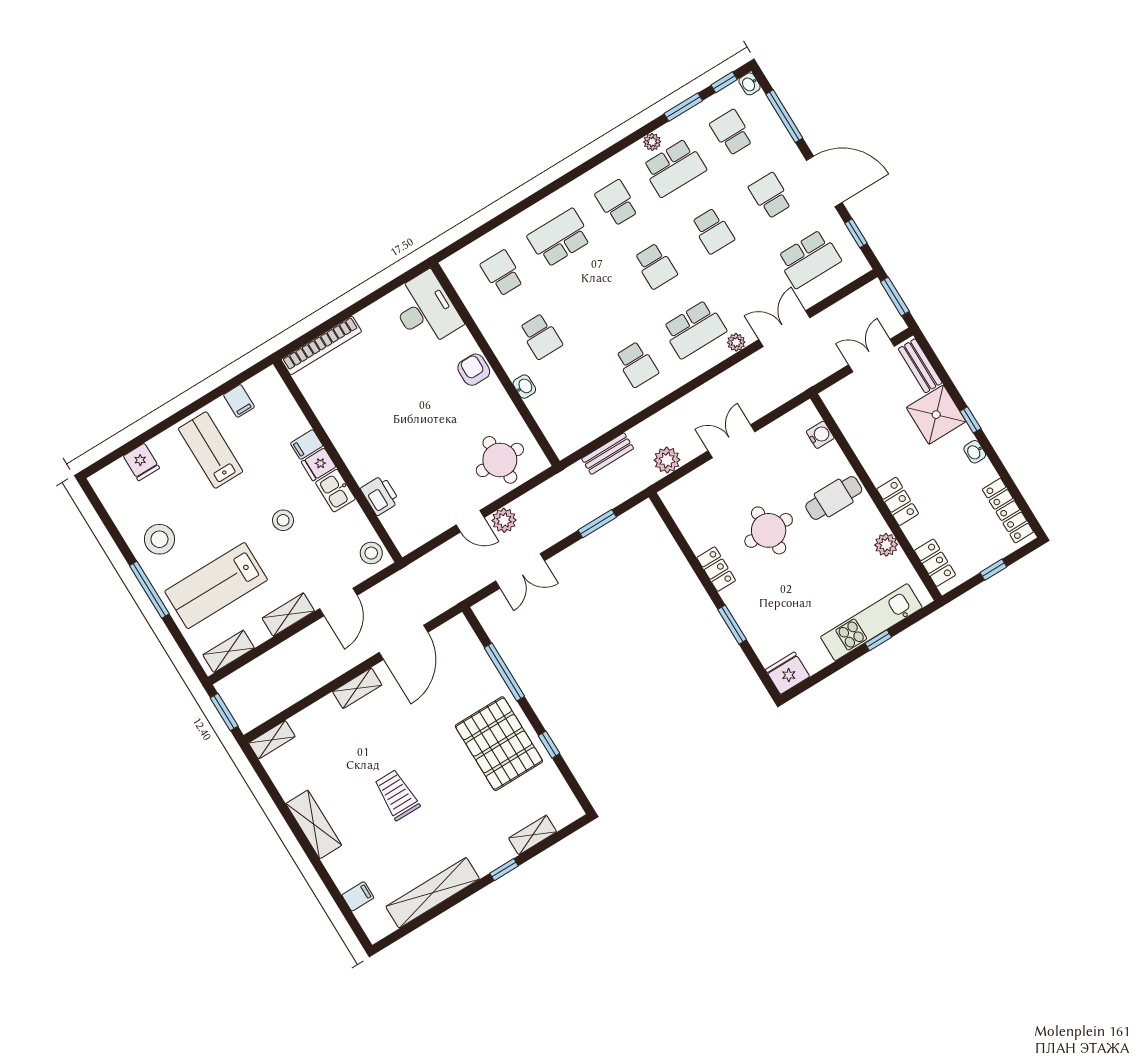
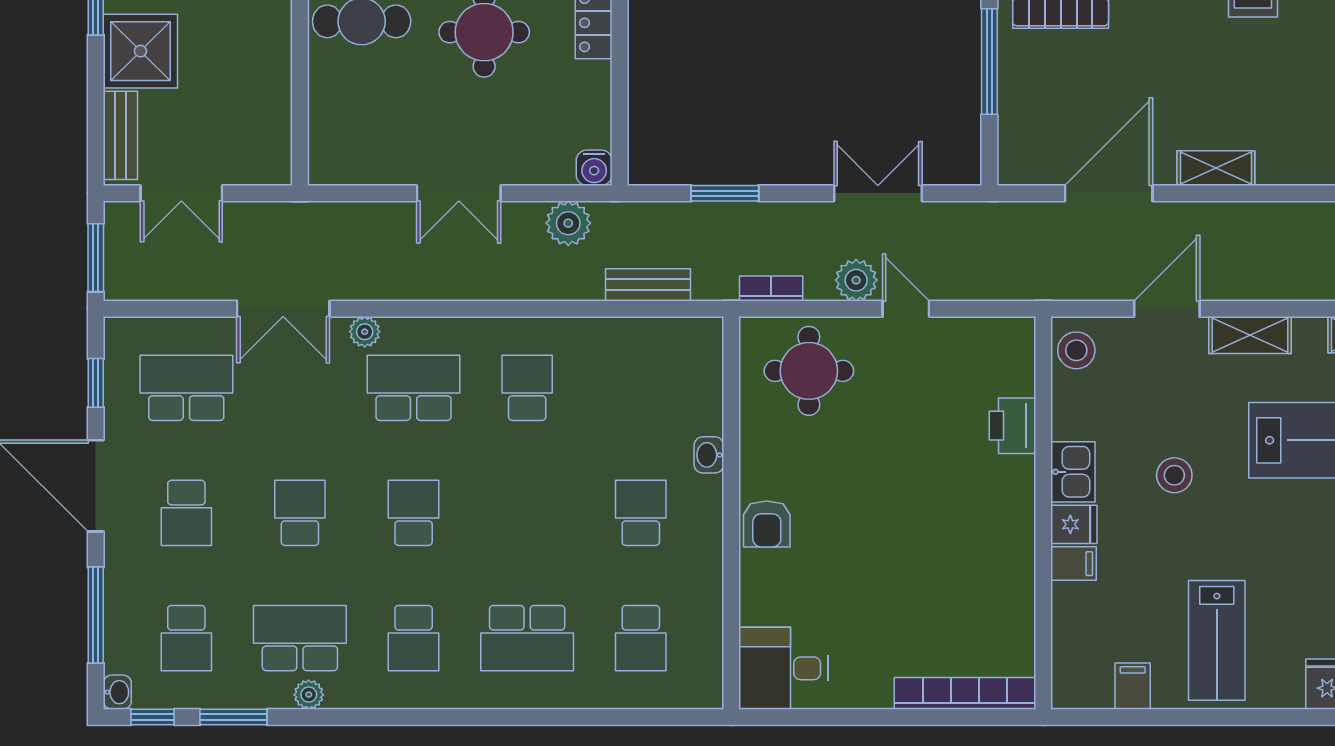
desk: (426, 310) -> (783, 668), width x0.73
water cooler: (820, 435) -> (594, 168), moved, turned -90
bookcase: (544, 490) -> (771, 289), added

